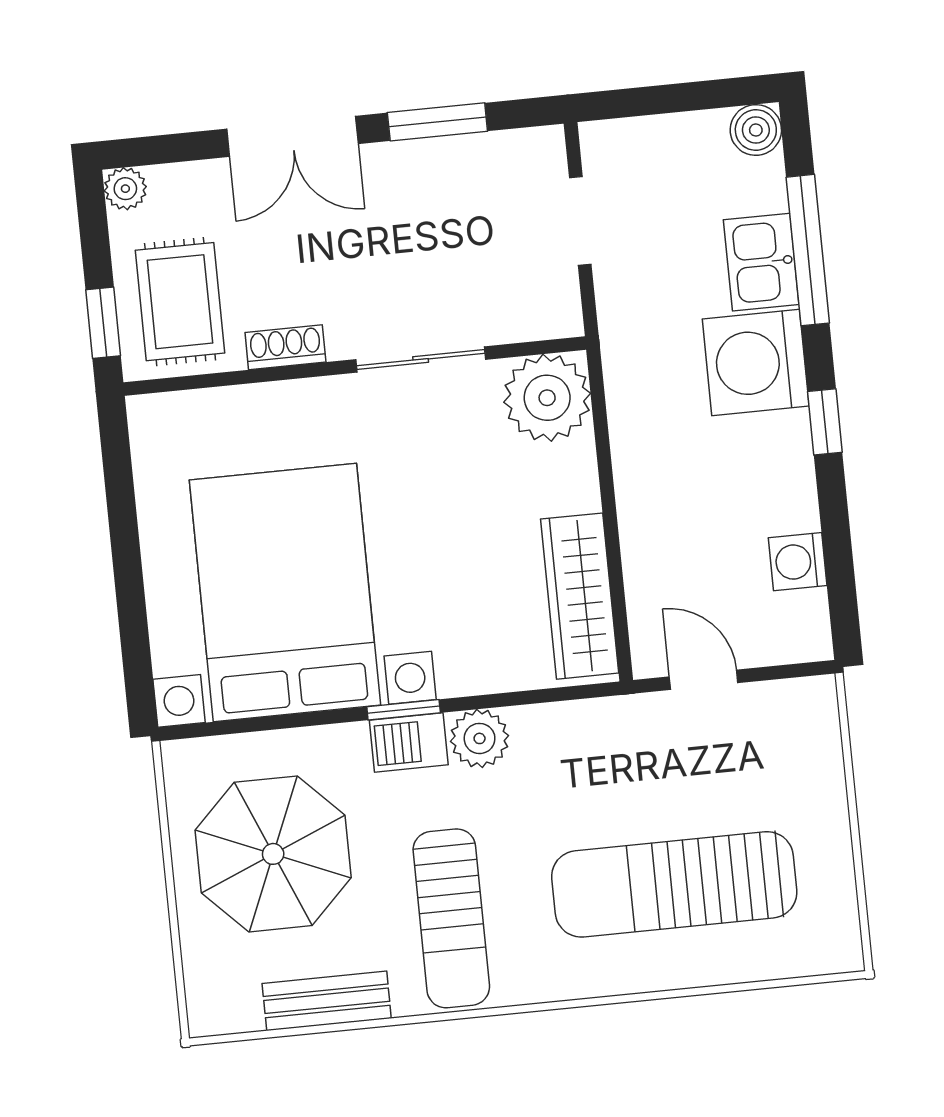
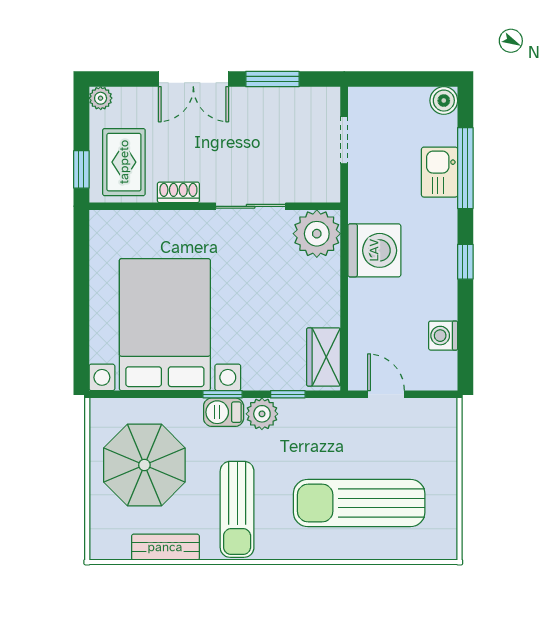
washing machine: (756, 362) -> (374, 250), moved, turned 180
wardrobe: (580, 596) -> (324, 357), width x0.67
window: (523, 698) -> (288, 394), added

